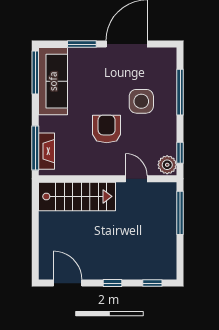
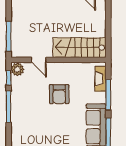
window: (180, 92) -> (9, 107), moved
side table: (141, 101) -> (35, 113), removed
window: (35, 148) -> (108, 95), moved

